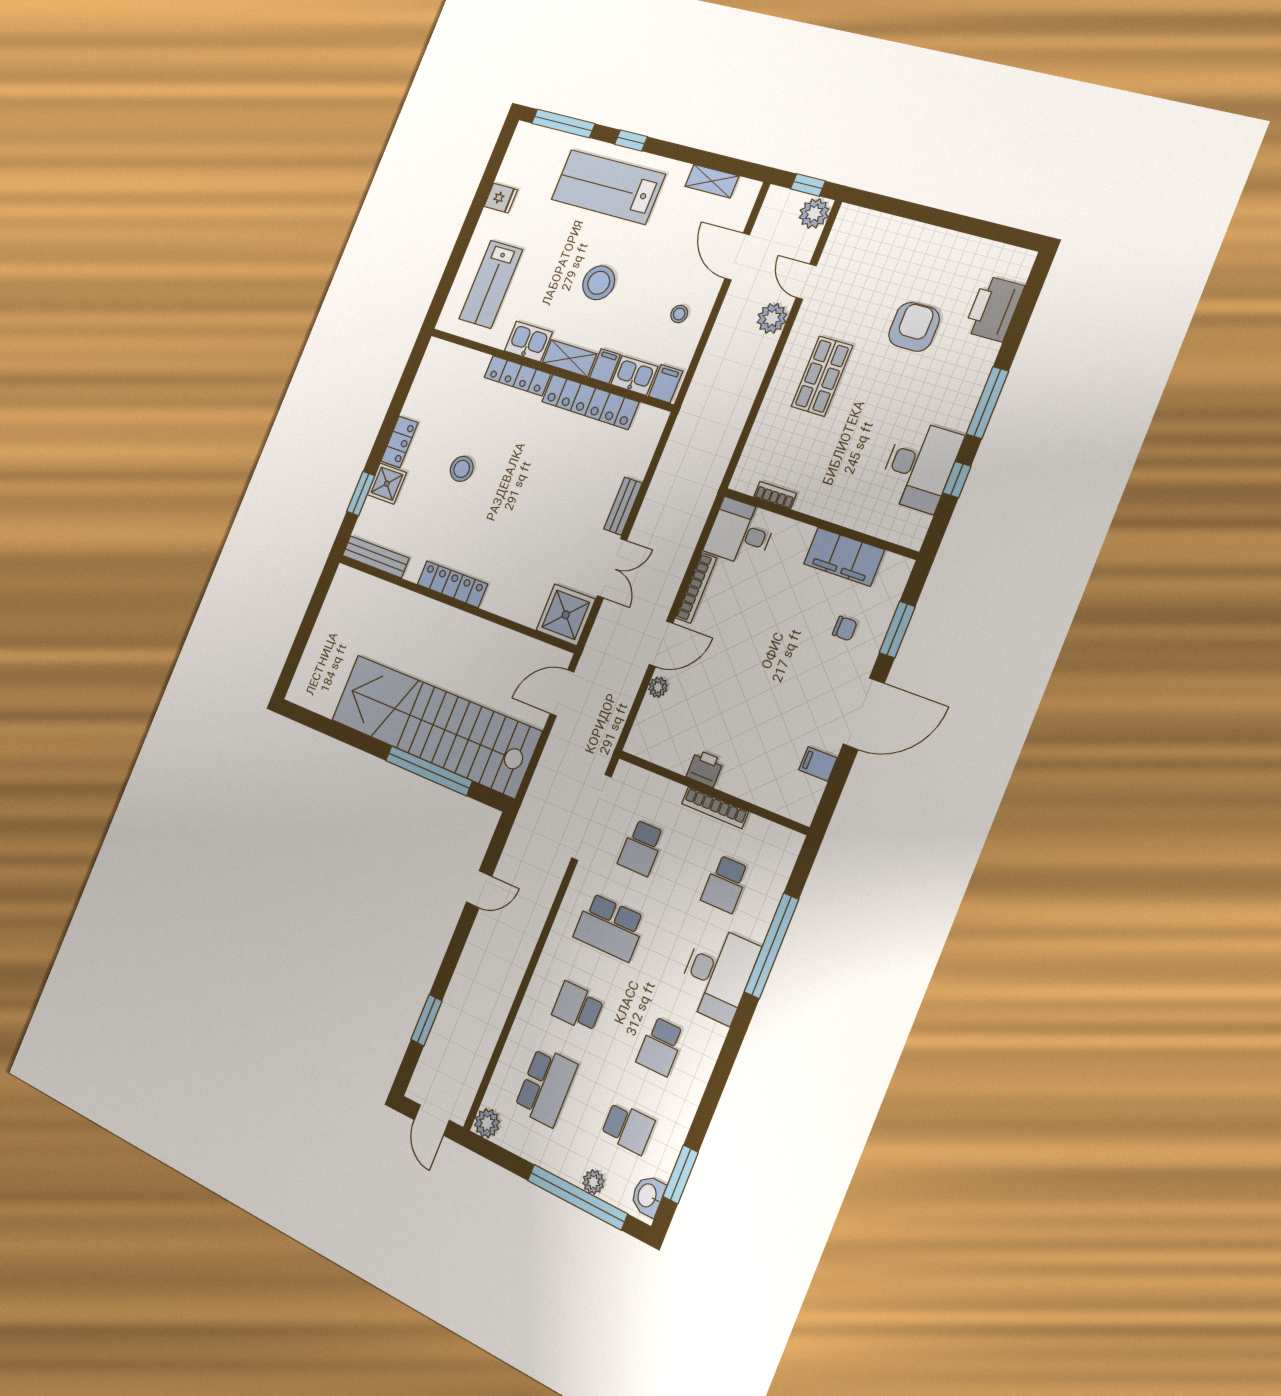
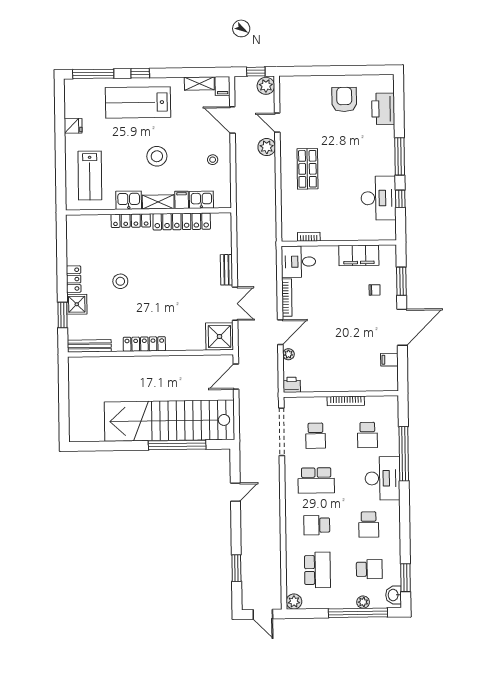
armchair: (914, 327) -> (344, 99), moved
filing cabinet: (666, 384) -> (222, 86), moved, turned 180
printer: (705, 768) -> (292, 385), moved

